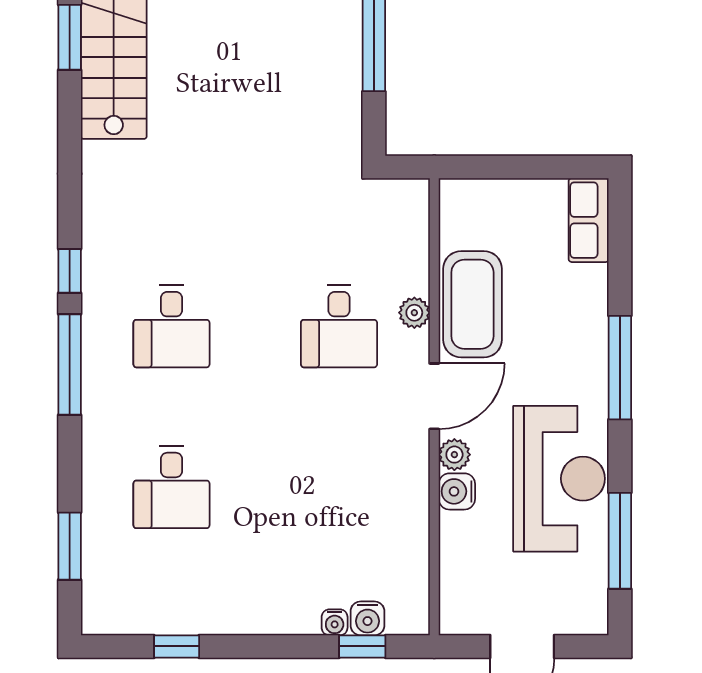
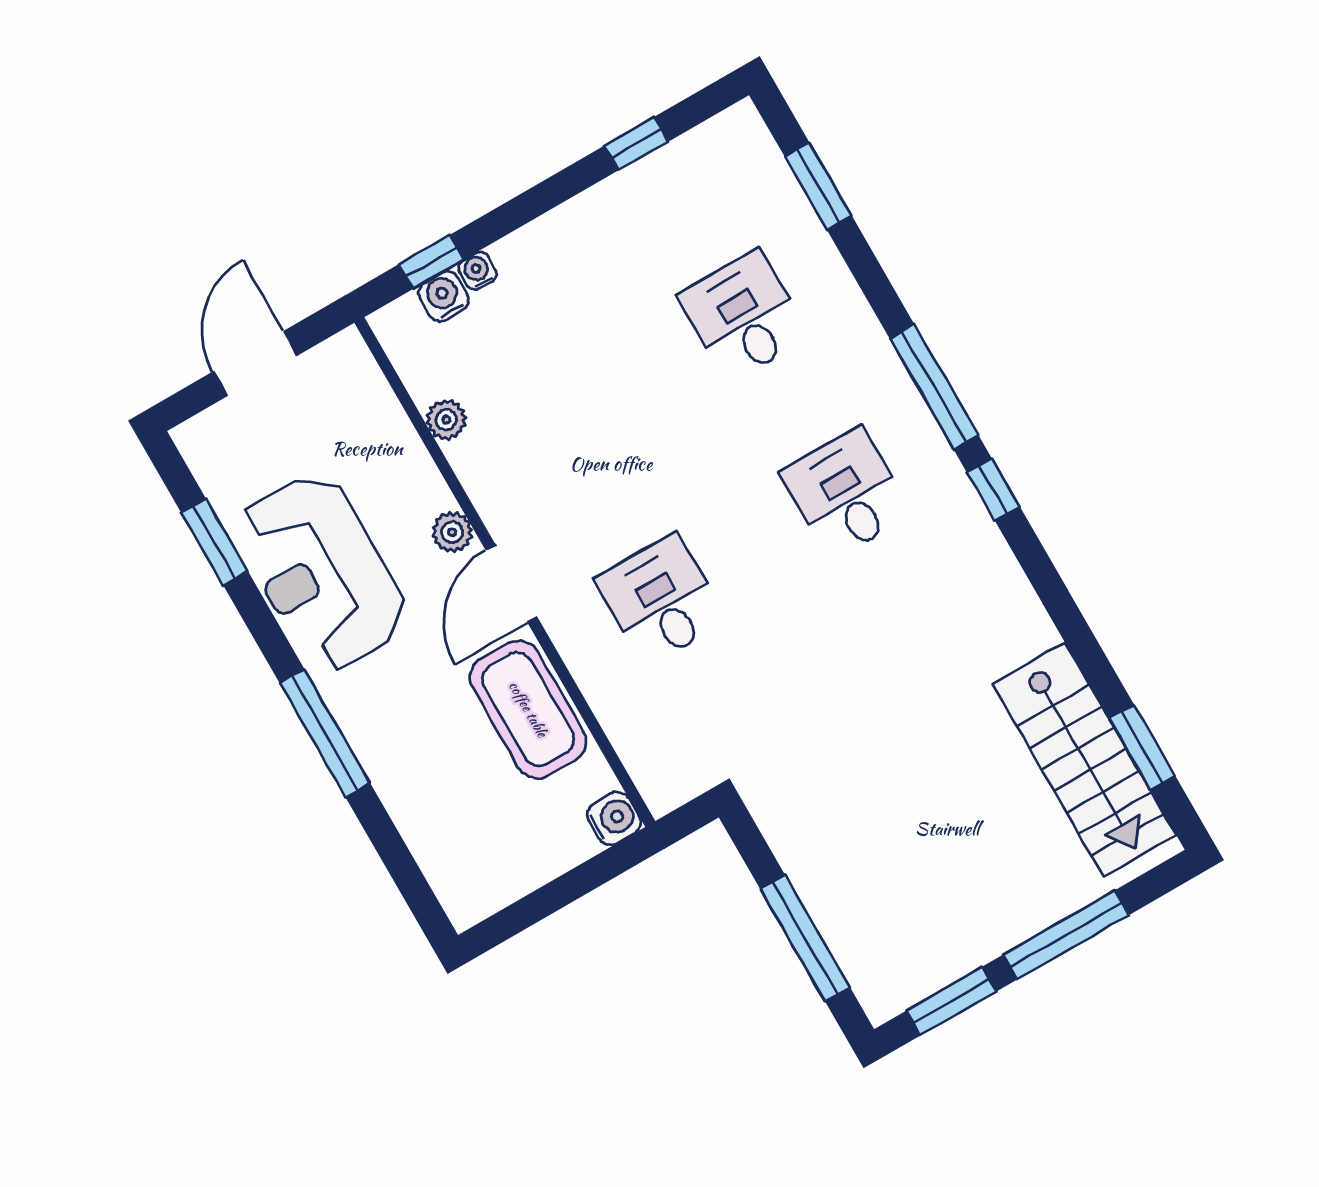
row of seats: (589, 220) -> (453, 876), removed
plant: (414, 313) -> (446, 420), moved
water cooler: (457, 491) -> (614, 818), moved
window: (620, 541) -> (215, 542), width x0.69

